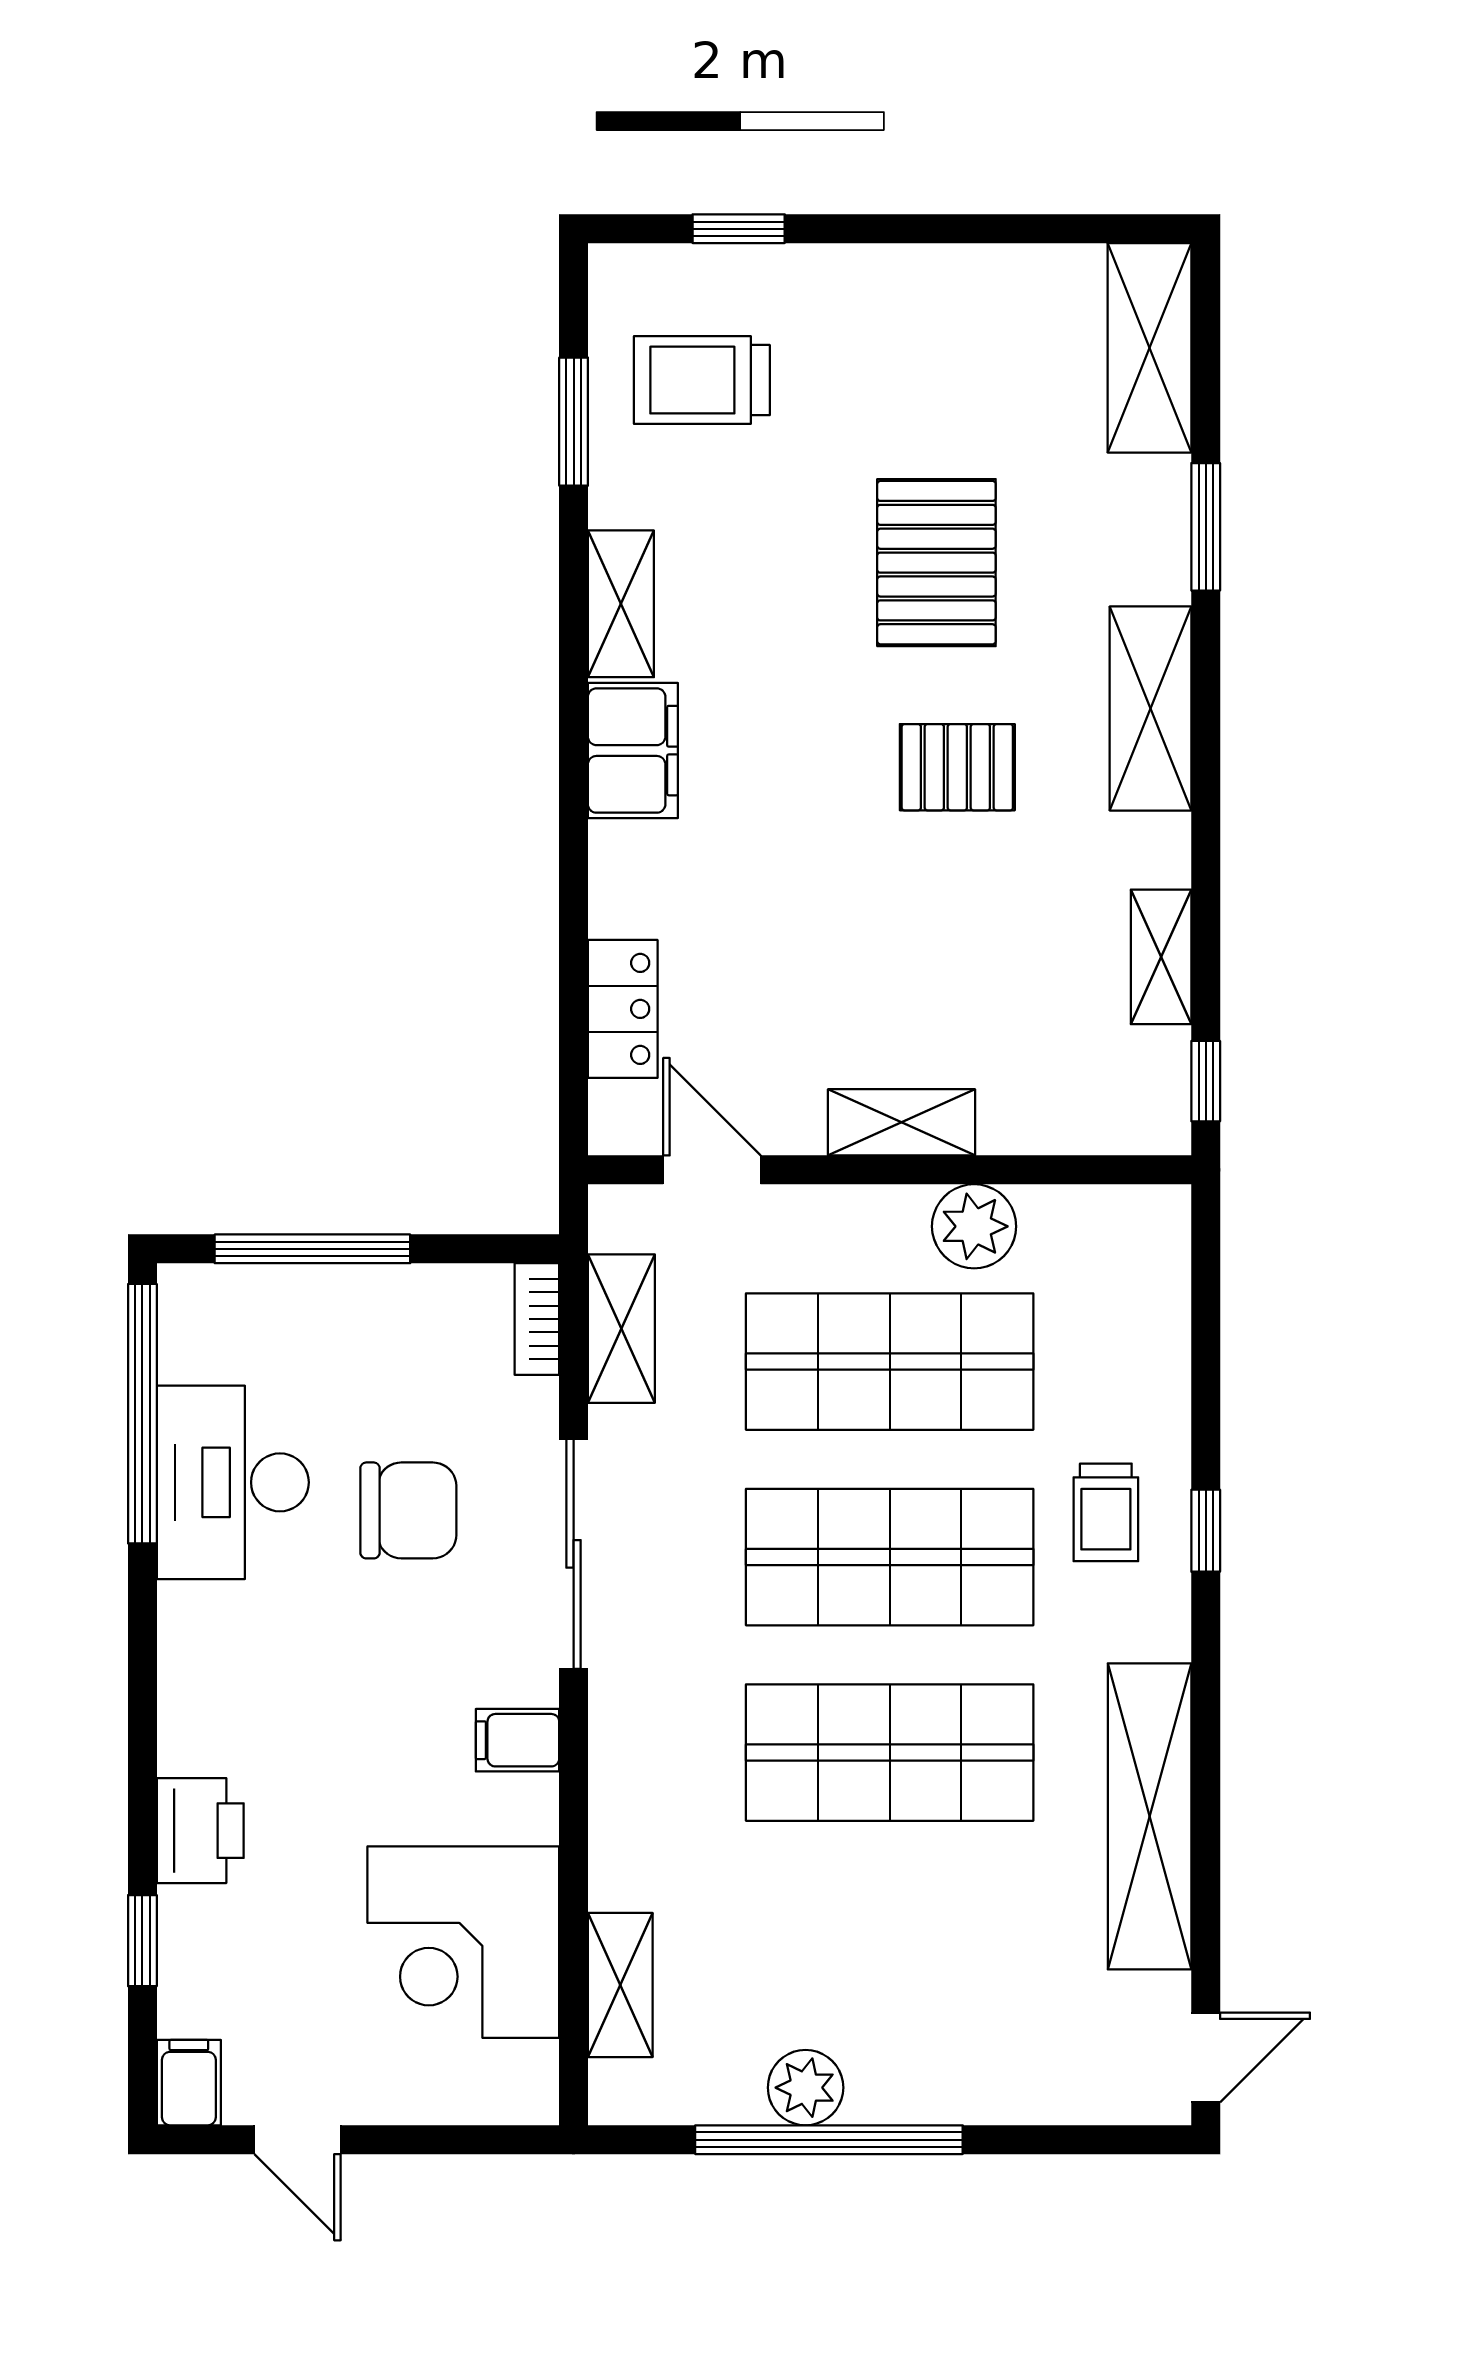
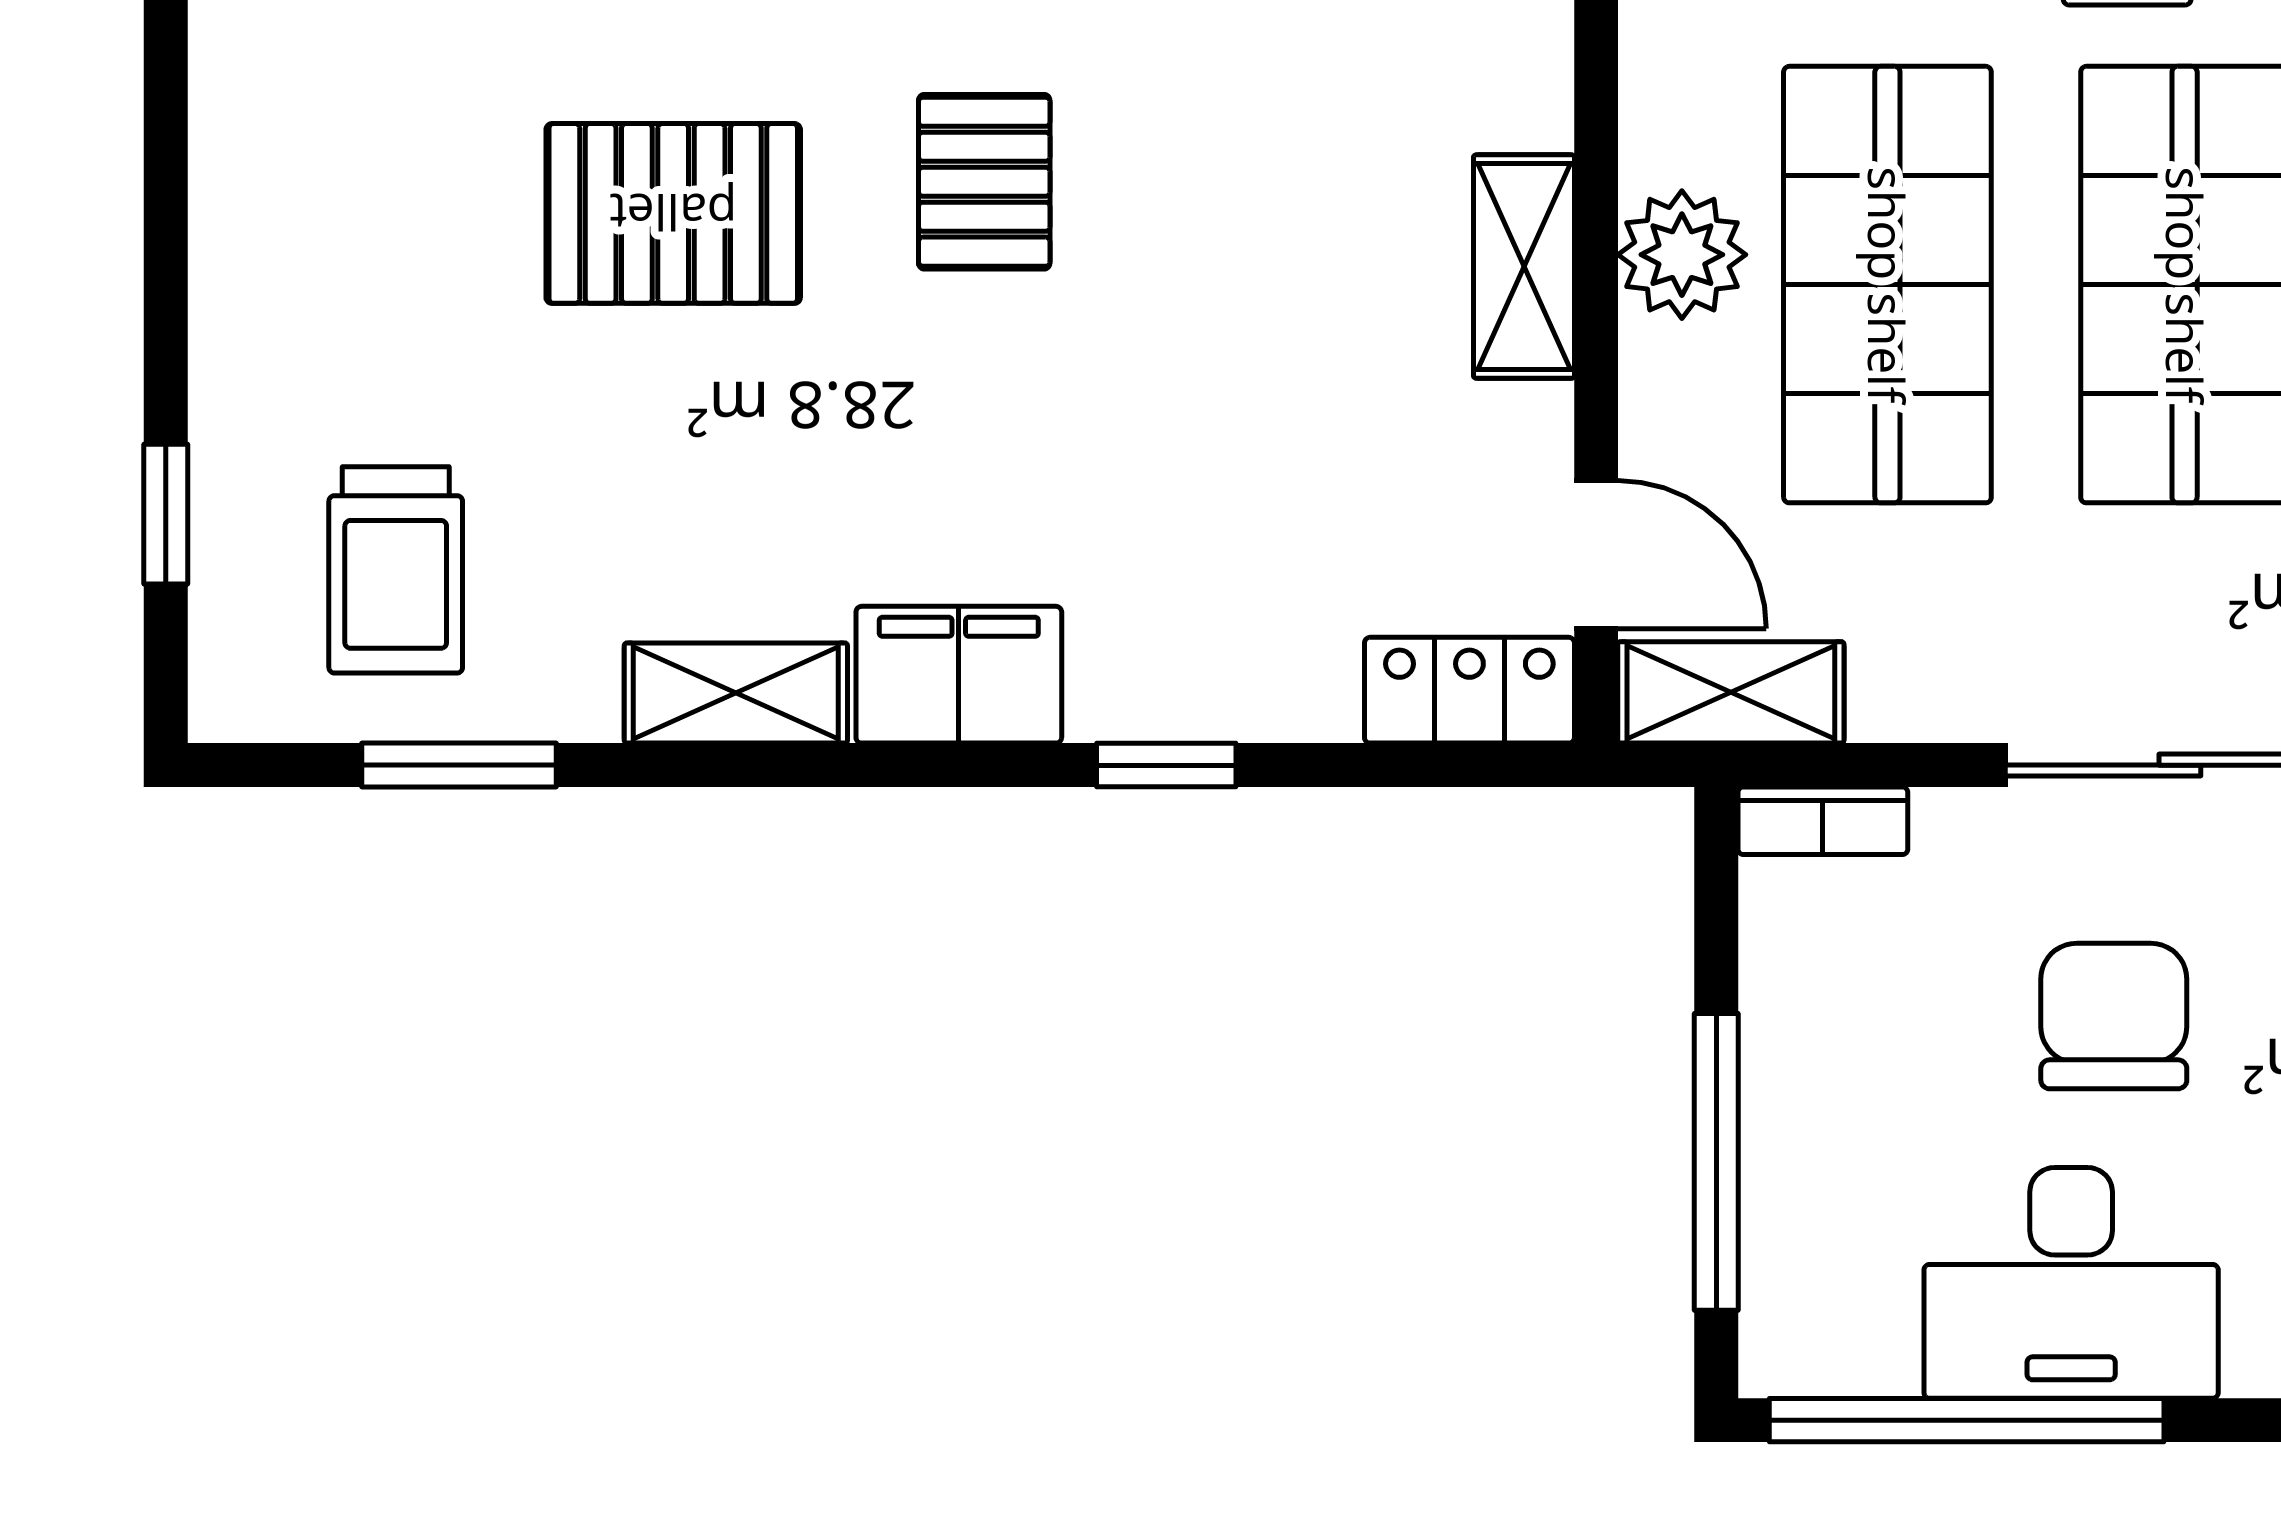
window: (574, 887) -> (1166, 765), added
locker: (623, 1009) -> (1469, 690), moved
door: (712, 1170) -> (1596, 555), swing flipped
plant: (974, 1226) -> (1682, 255), moved
shelving: (621, 1329) -> (1731, 692), moved

